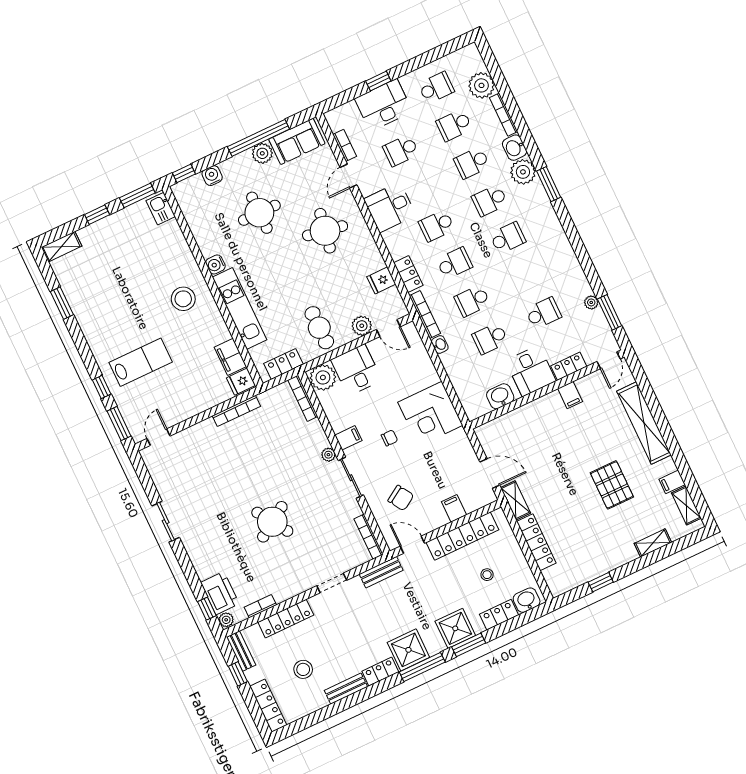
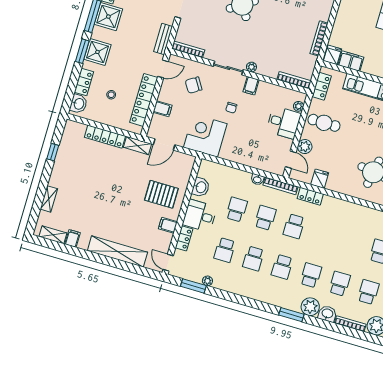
desk: (390, 207) -> (355, 218), removed
school desk: (437, 226) -> (253, 258), moved, turned 180
door: (388, 328) -> (291, 160), swing flipped
plant: (323, 377) -> (298, 106), width x0.53, depth x0.53
corner desk: (430, 414) -> (205, 136), moved
pallet: (612, 485) -> (161, 194), moved

